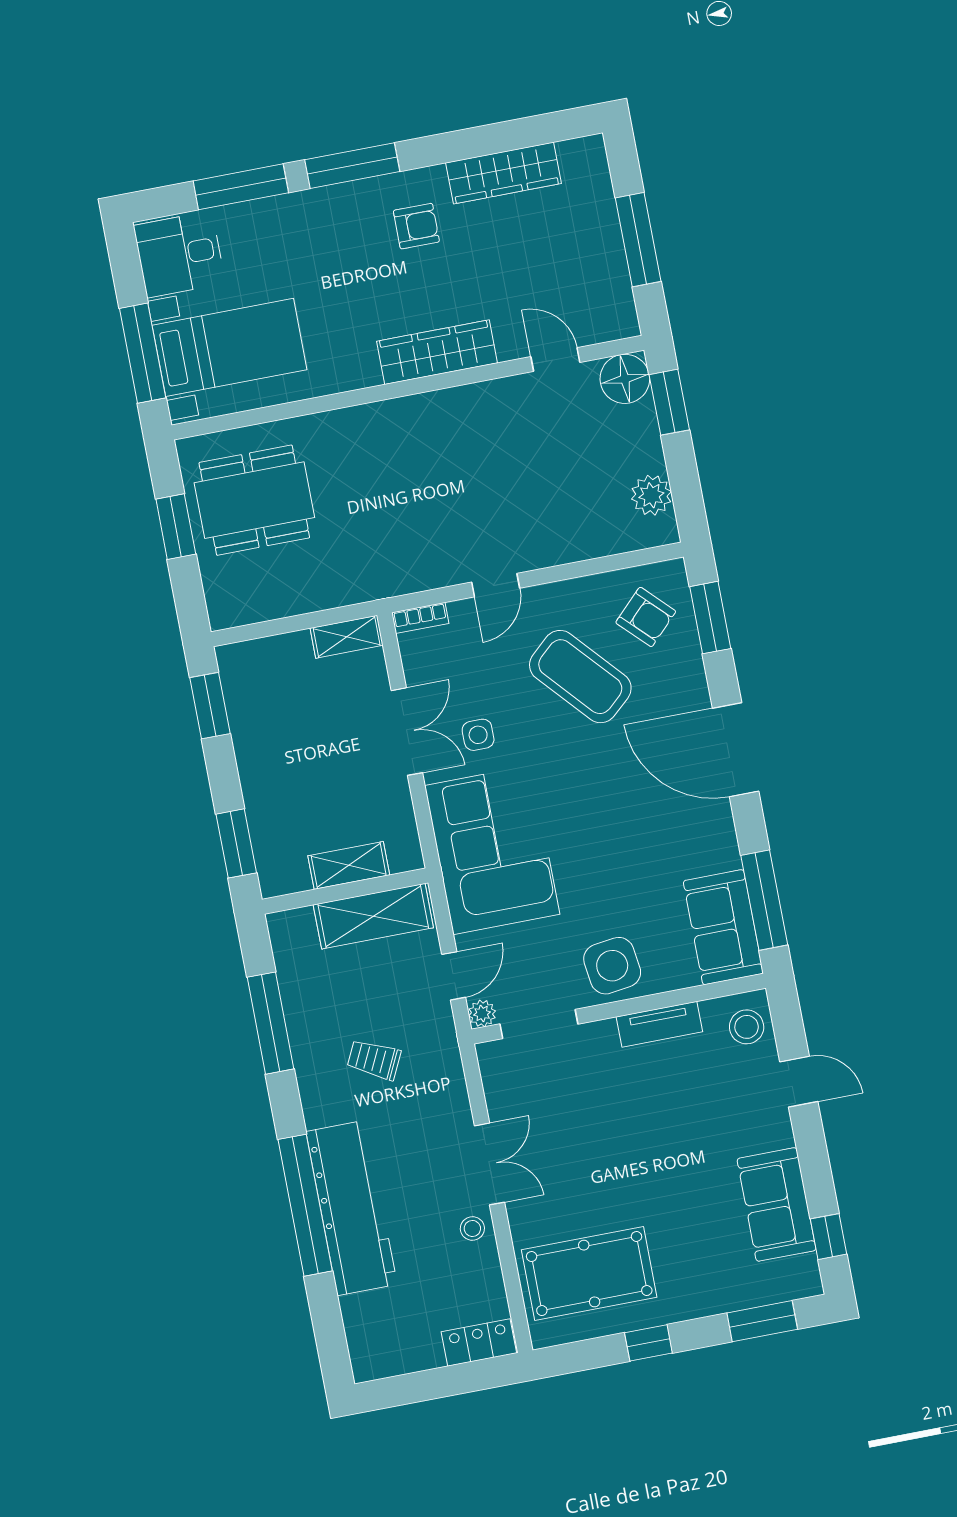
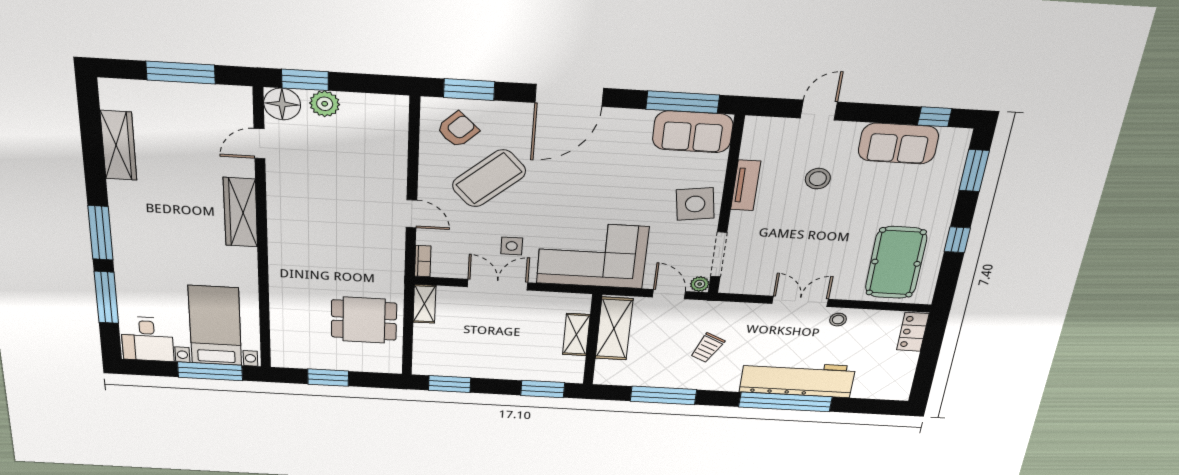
armchair: (416, 226) -> (149, 205), removed
plant: (651, 495) -> (325, 104), moved
dining table: (254, 500) -> (364, 320), moved, width x0.73
stool: (747, 1027) -> (818, 179), moved

